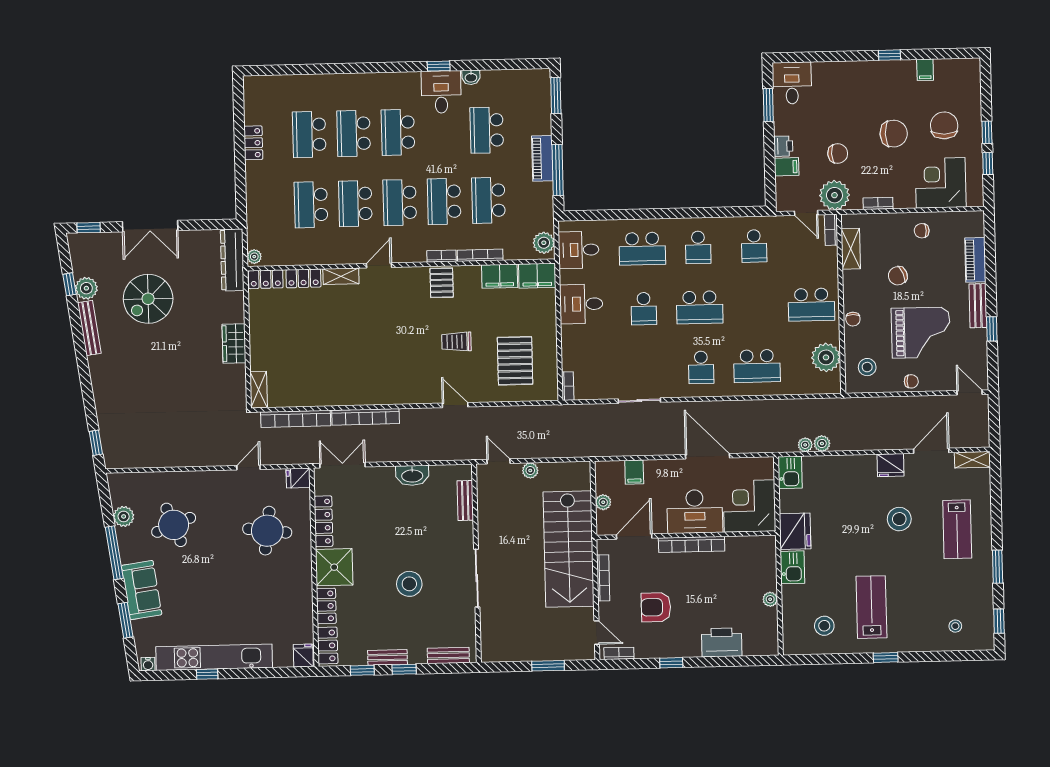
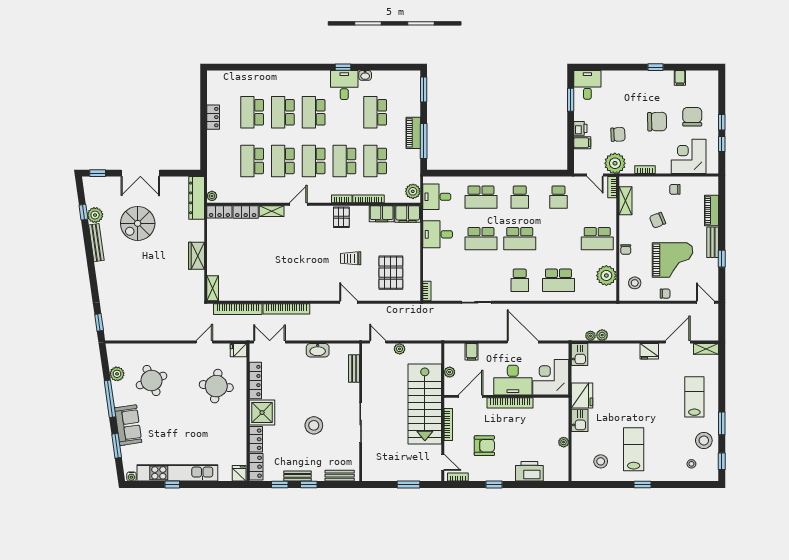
school desk: (644, 309) -> (481, 239), width x1.85
stool: (899, 519) -> (704, 440), moved
lab bench: (957, 529) -> (694, 397), turned 180
armchair: (656, 607) -> (484, 446), turned 180

